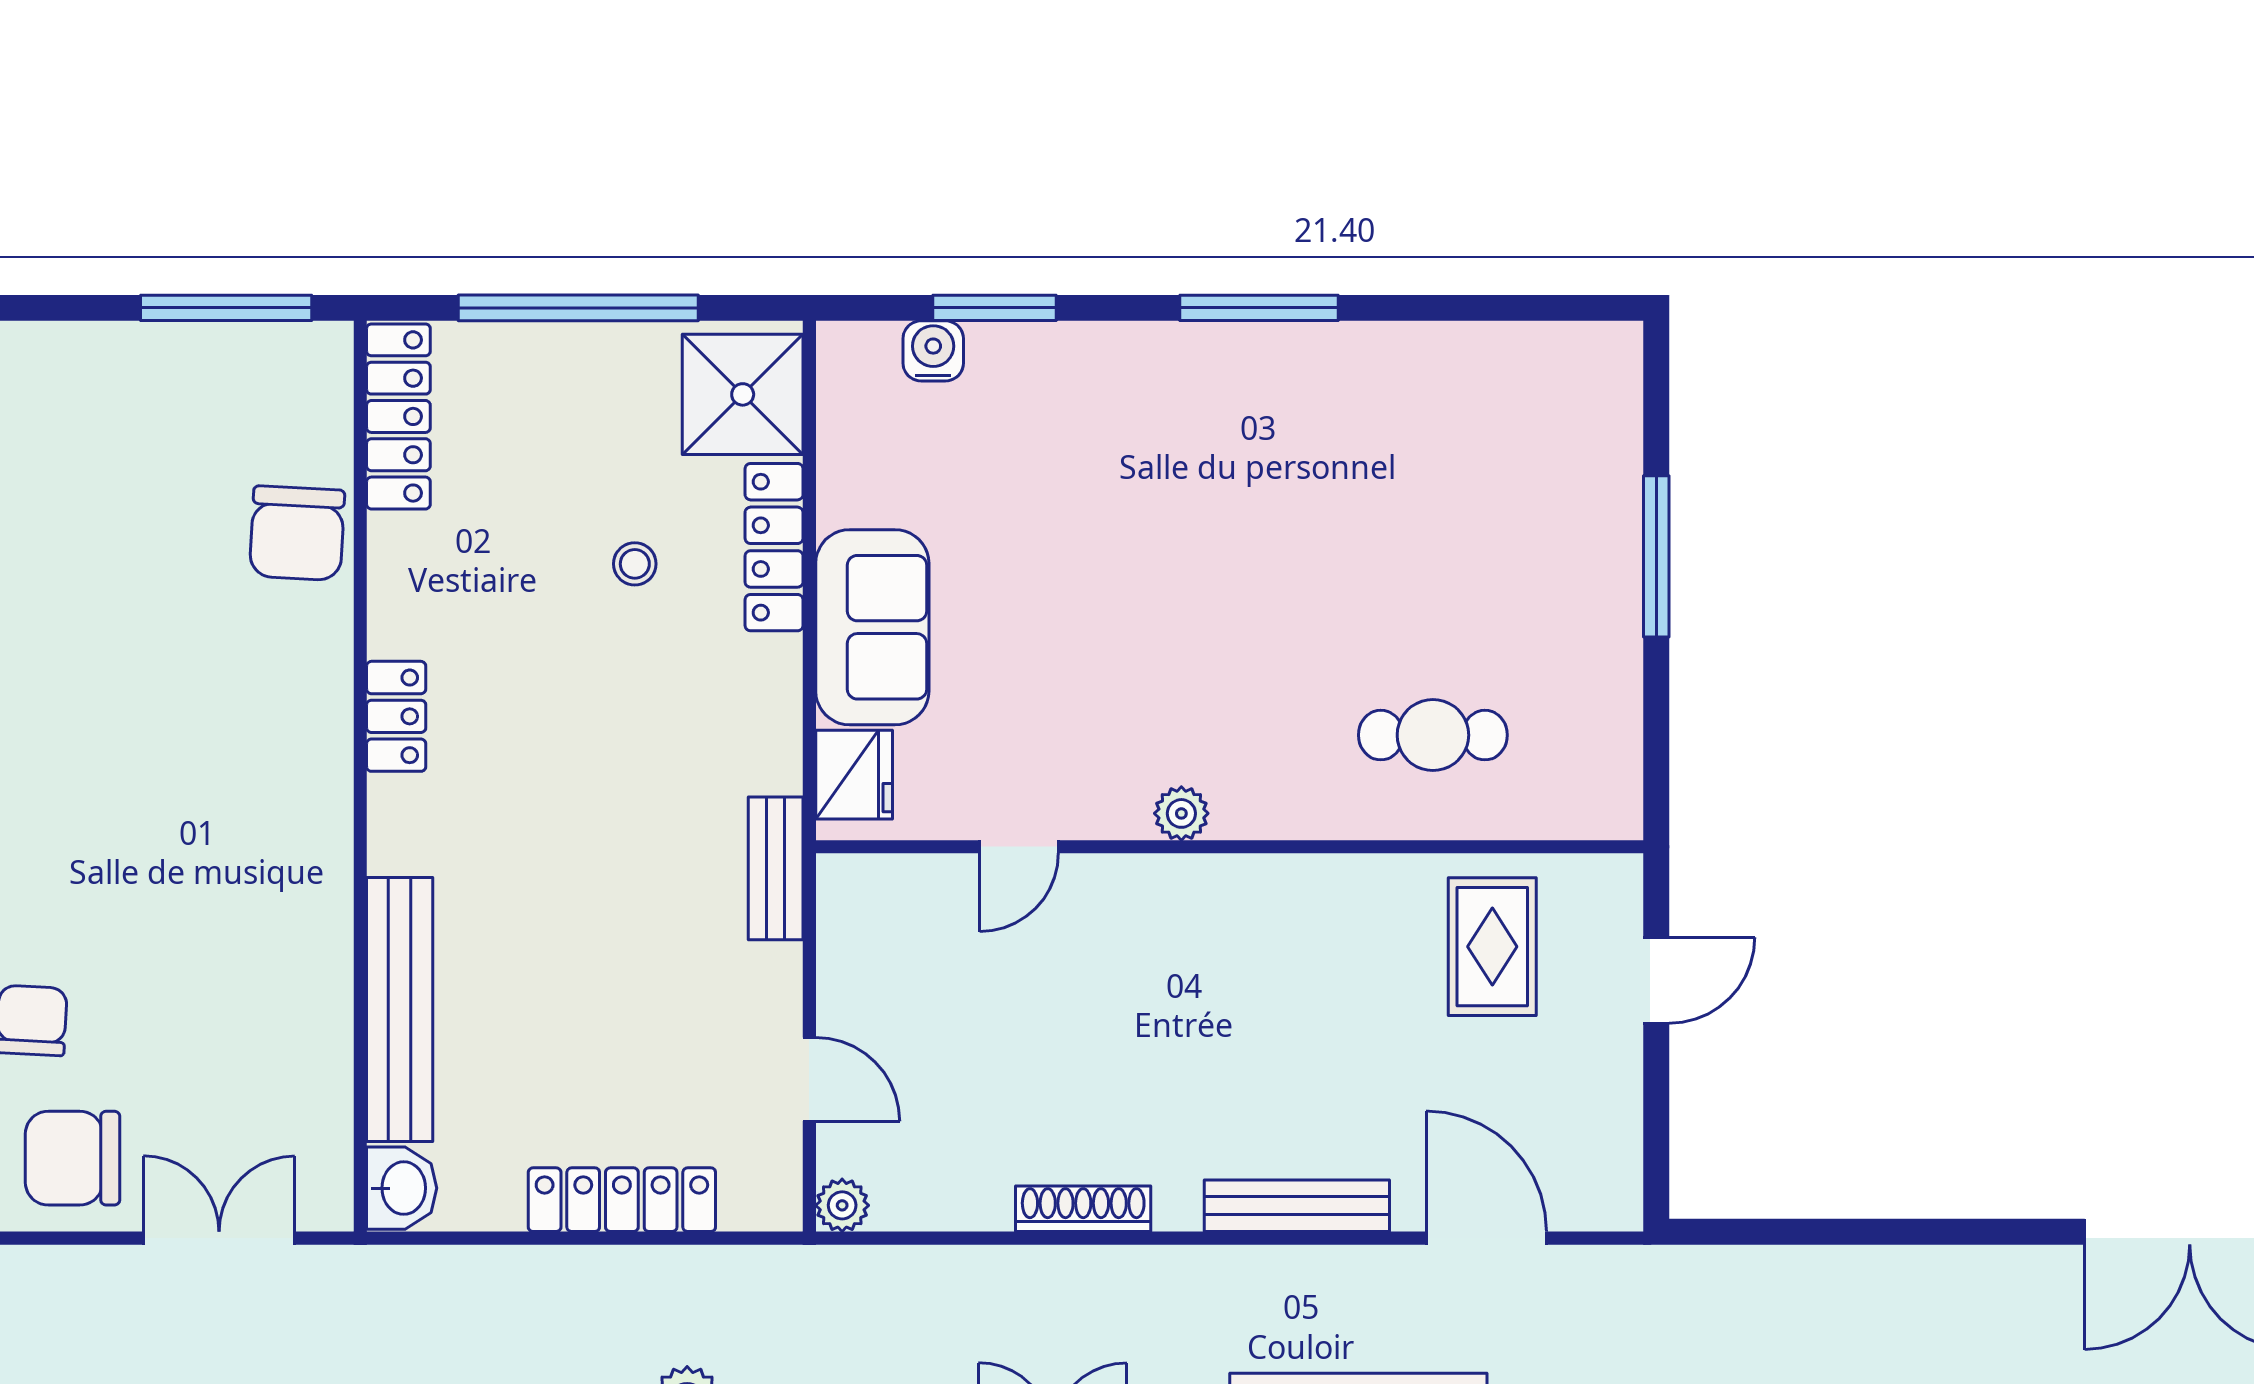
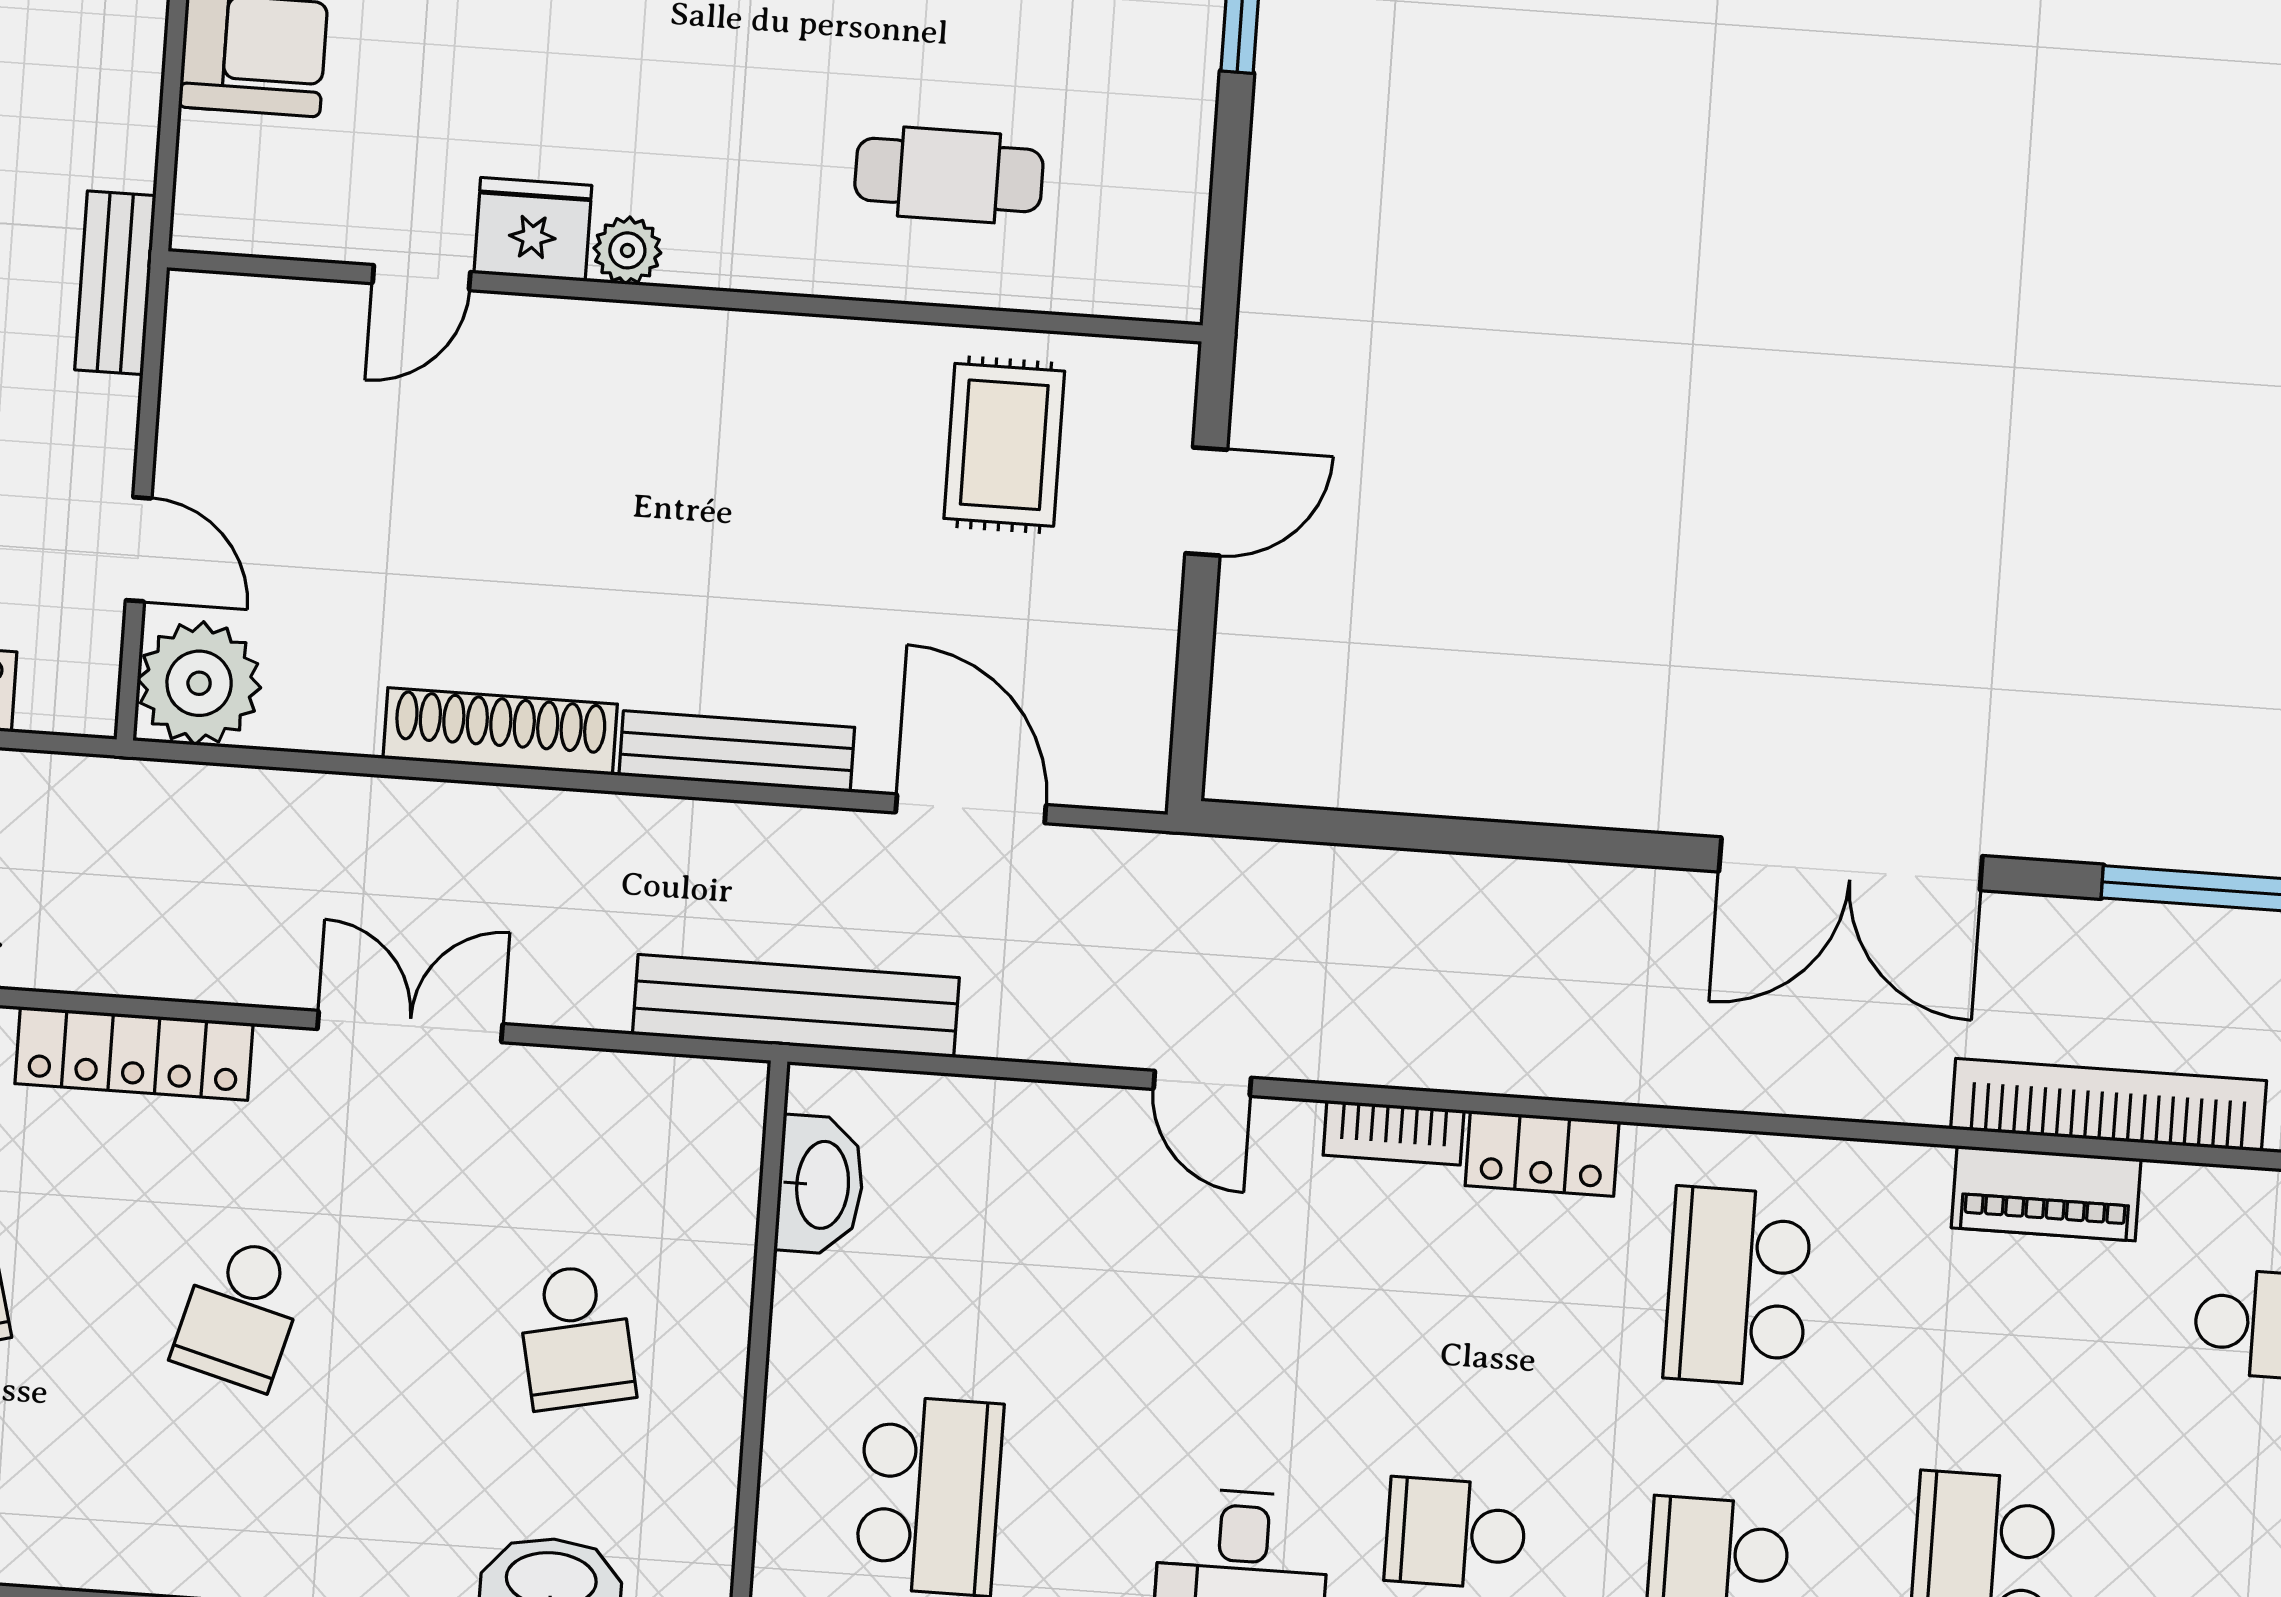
fridge: (854, 775) -> (533, 229), moved, turned -90
plant: (842, 1205) -> (199, 683), width x1.88, depth x1.88
shoe rack: (1083, 1209) -> (500, 731), width x1.36, depth x1.24

